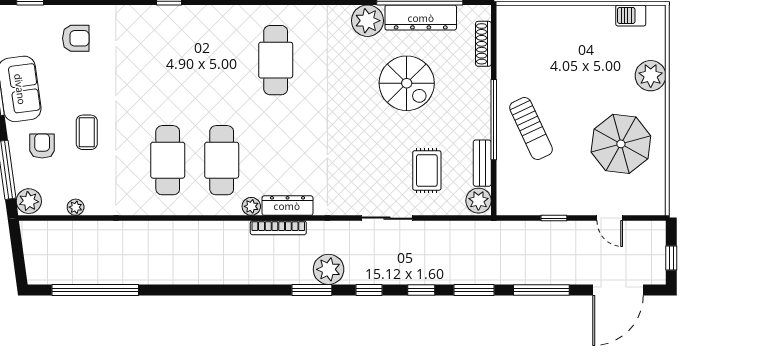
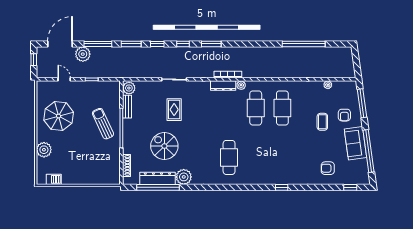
rug: (427, 170) -> (174, 110), moved
plant: (29, 201) -> (351, 88), removed
plant: (329, 269) -> (83, 54), moved
window: (95, 290) -> (304, 44), moved

